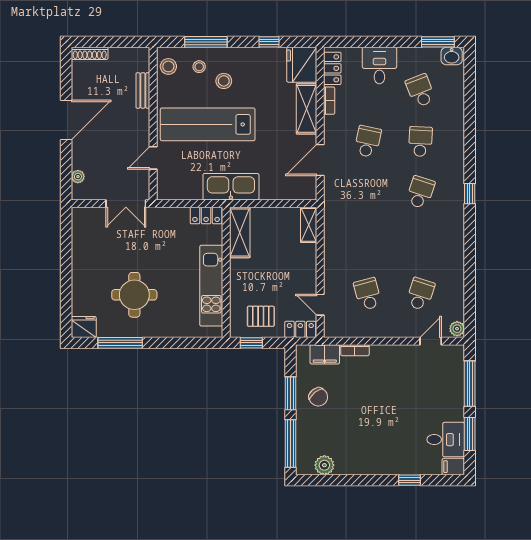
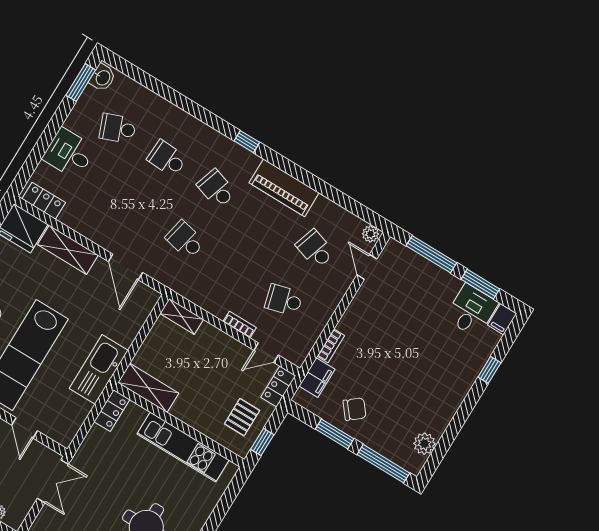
bookcase: (329, 101) -> (240, 325), moved
school desk: (368, 142) -> (185, 240), moved
piano: (452, 243) -> (284, 188), added

